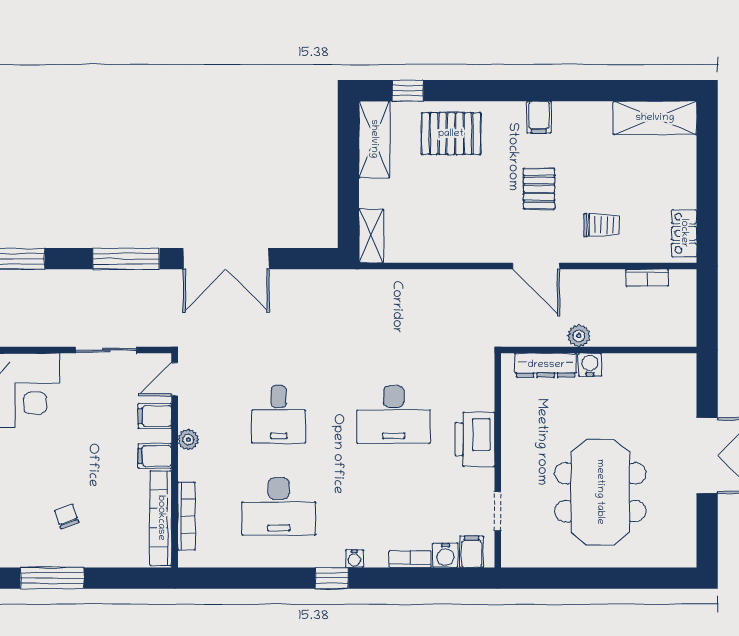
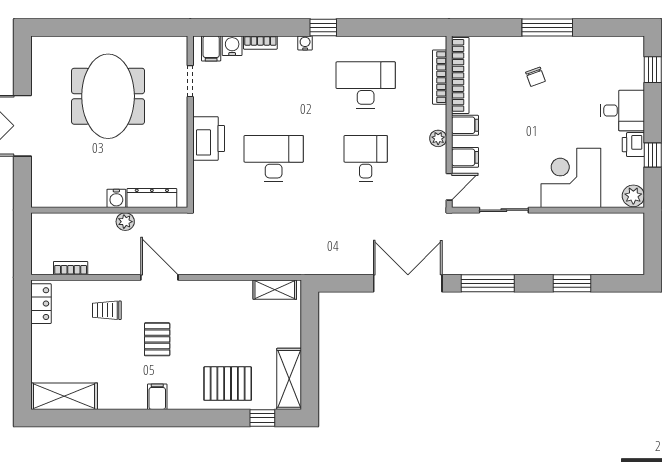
shelving: (371, 236) -> (275, 290), moved, turned 90

